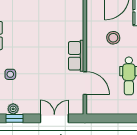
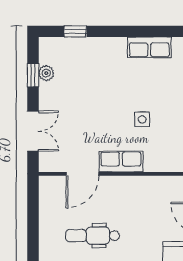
stool: (113, 38) -> (146, 214), removed
side table: (10, 74) -> (142, 119), moved

